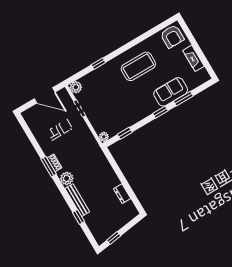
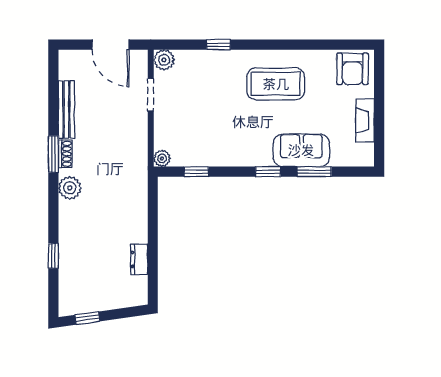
bench: (77, 200) -> (66, 110), moved

